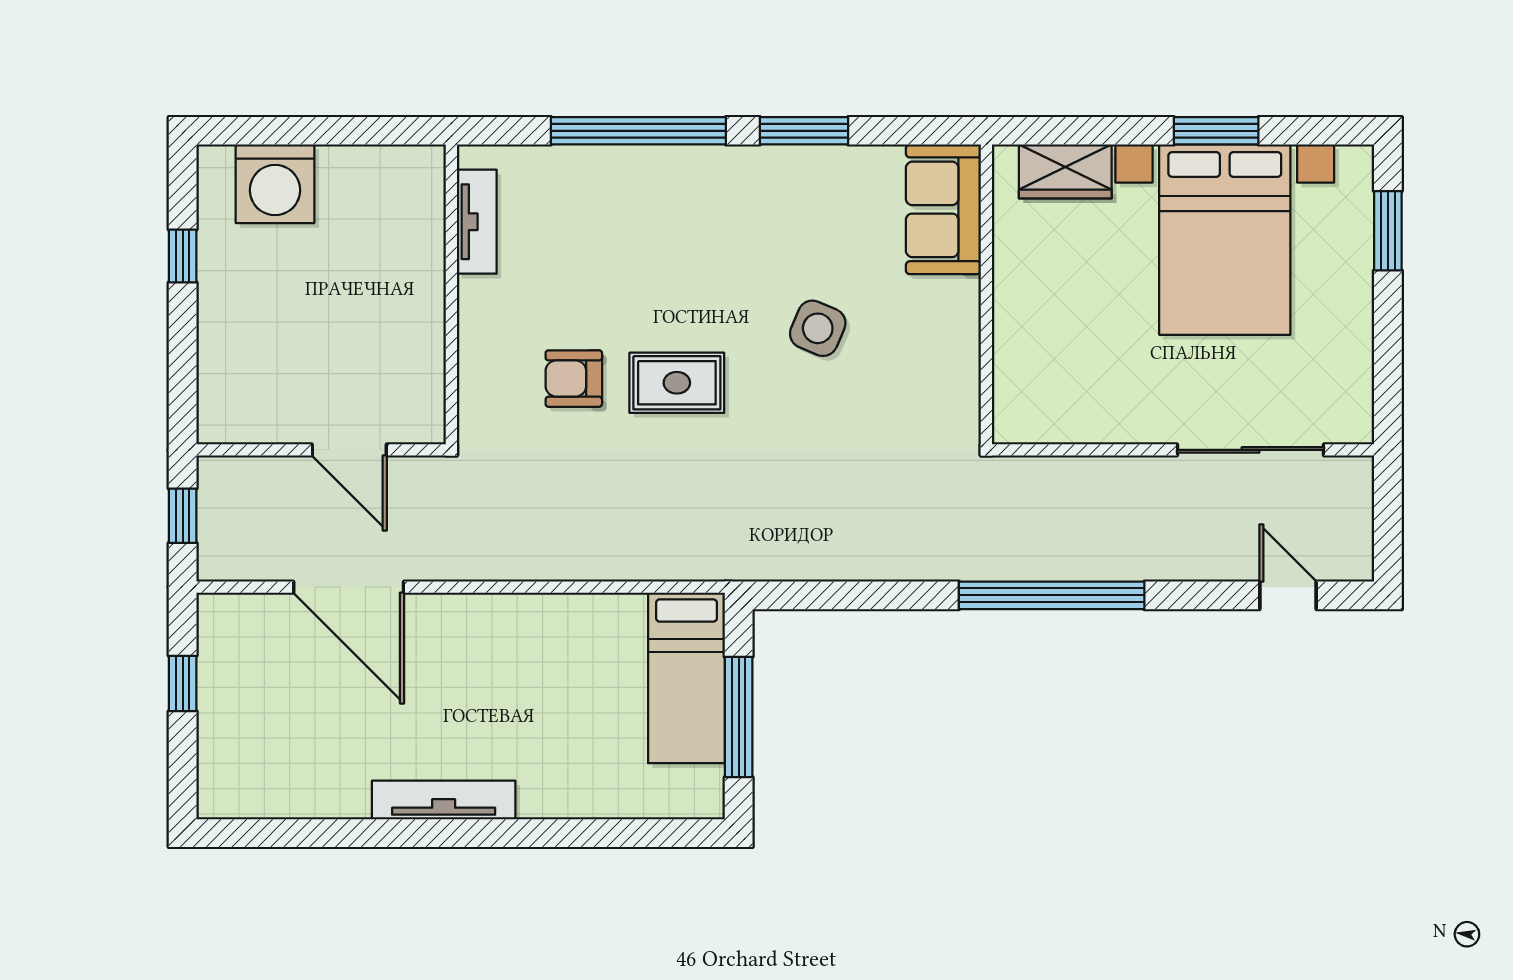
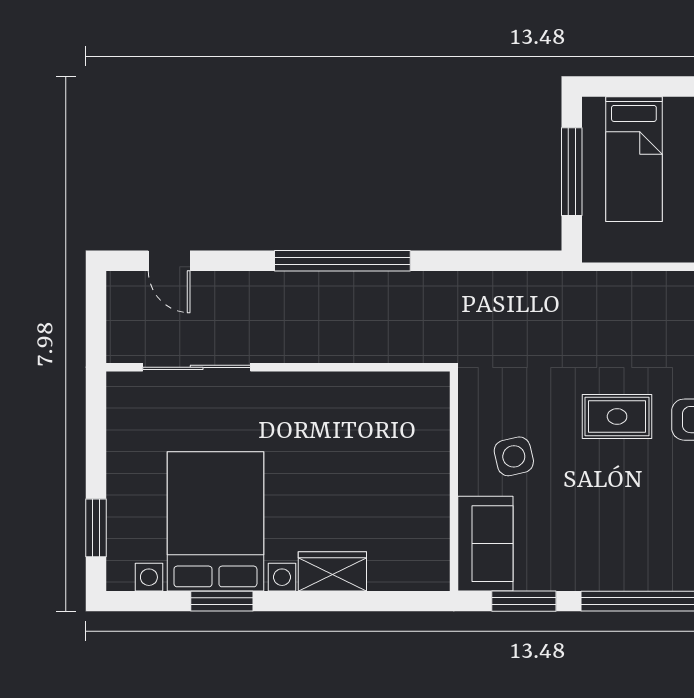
sofa: (943, 209) -> (485, 544), moved
wall: (986, 294) -> (454, 481), moved
side table: (818, 328) -> (514, 456), turned -36
bed: (686, 678) -> (634, 159), moved, turned 180

